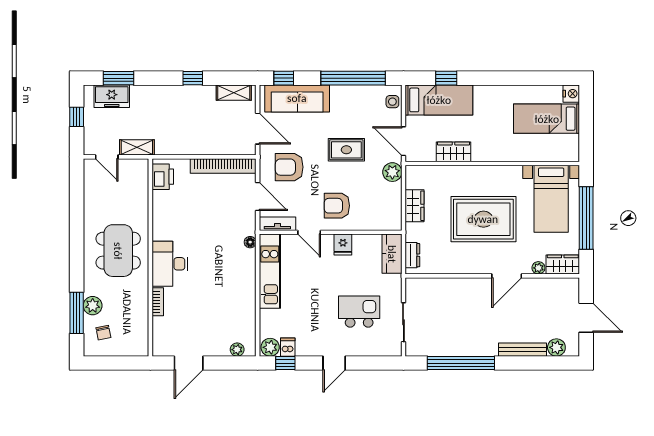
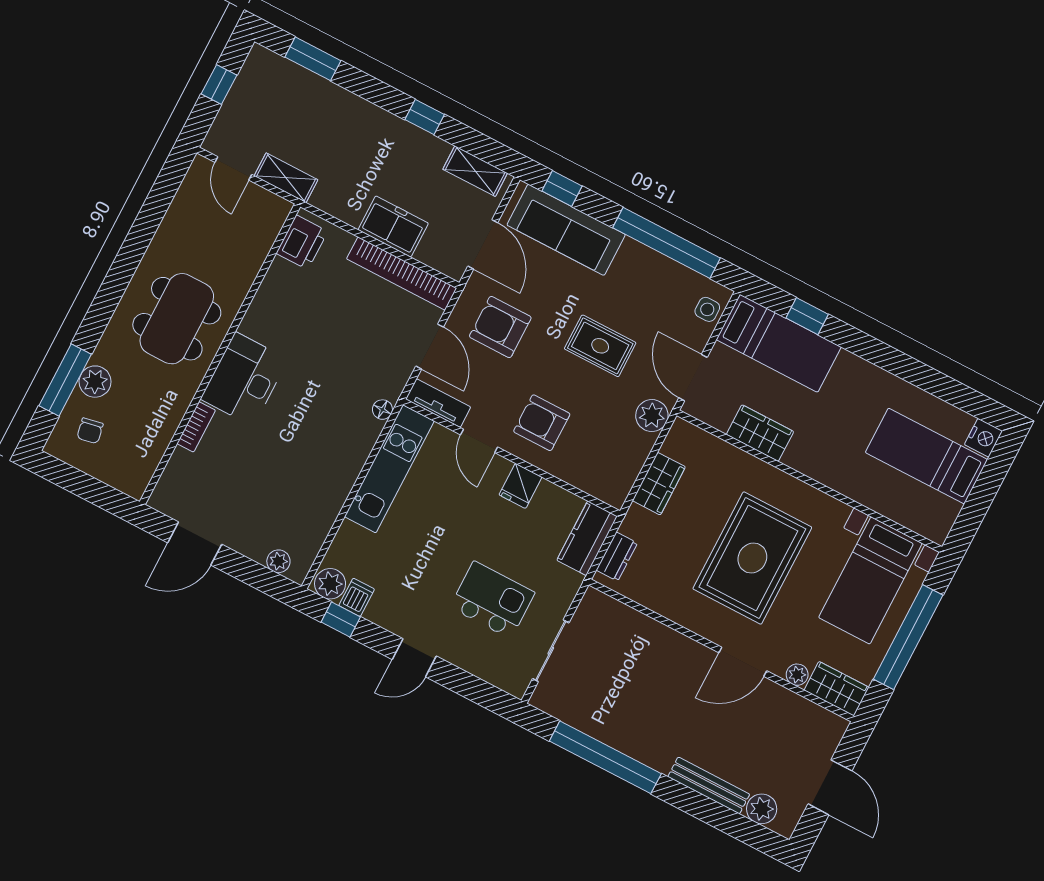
freezer: (112, 96) -> (393, 227), moved, turned 180
rug: (483, 219) -> (752, 558), turned 90

